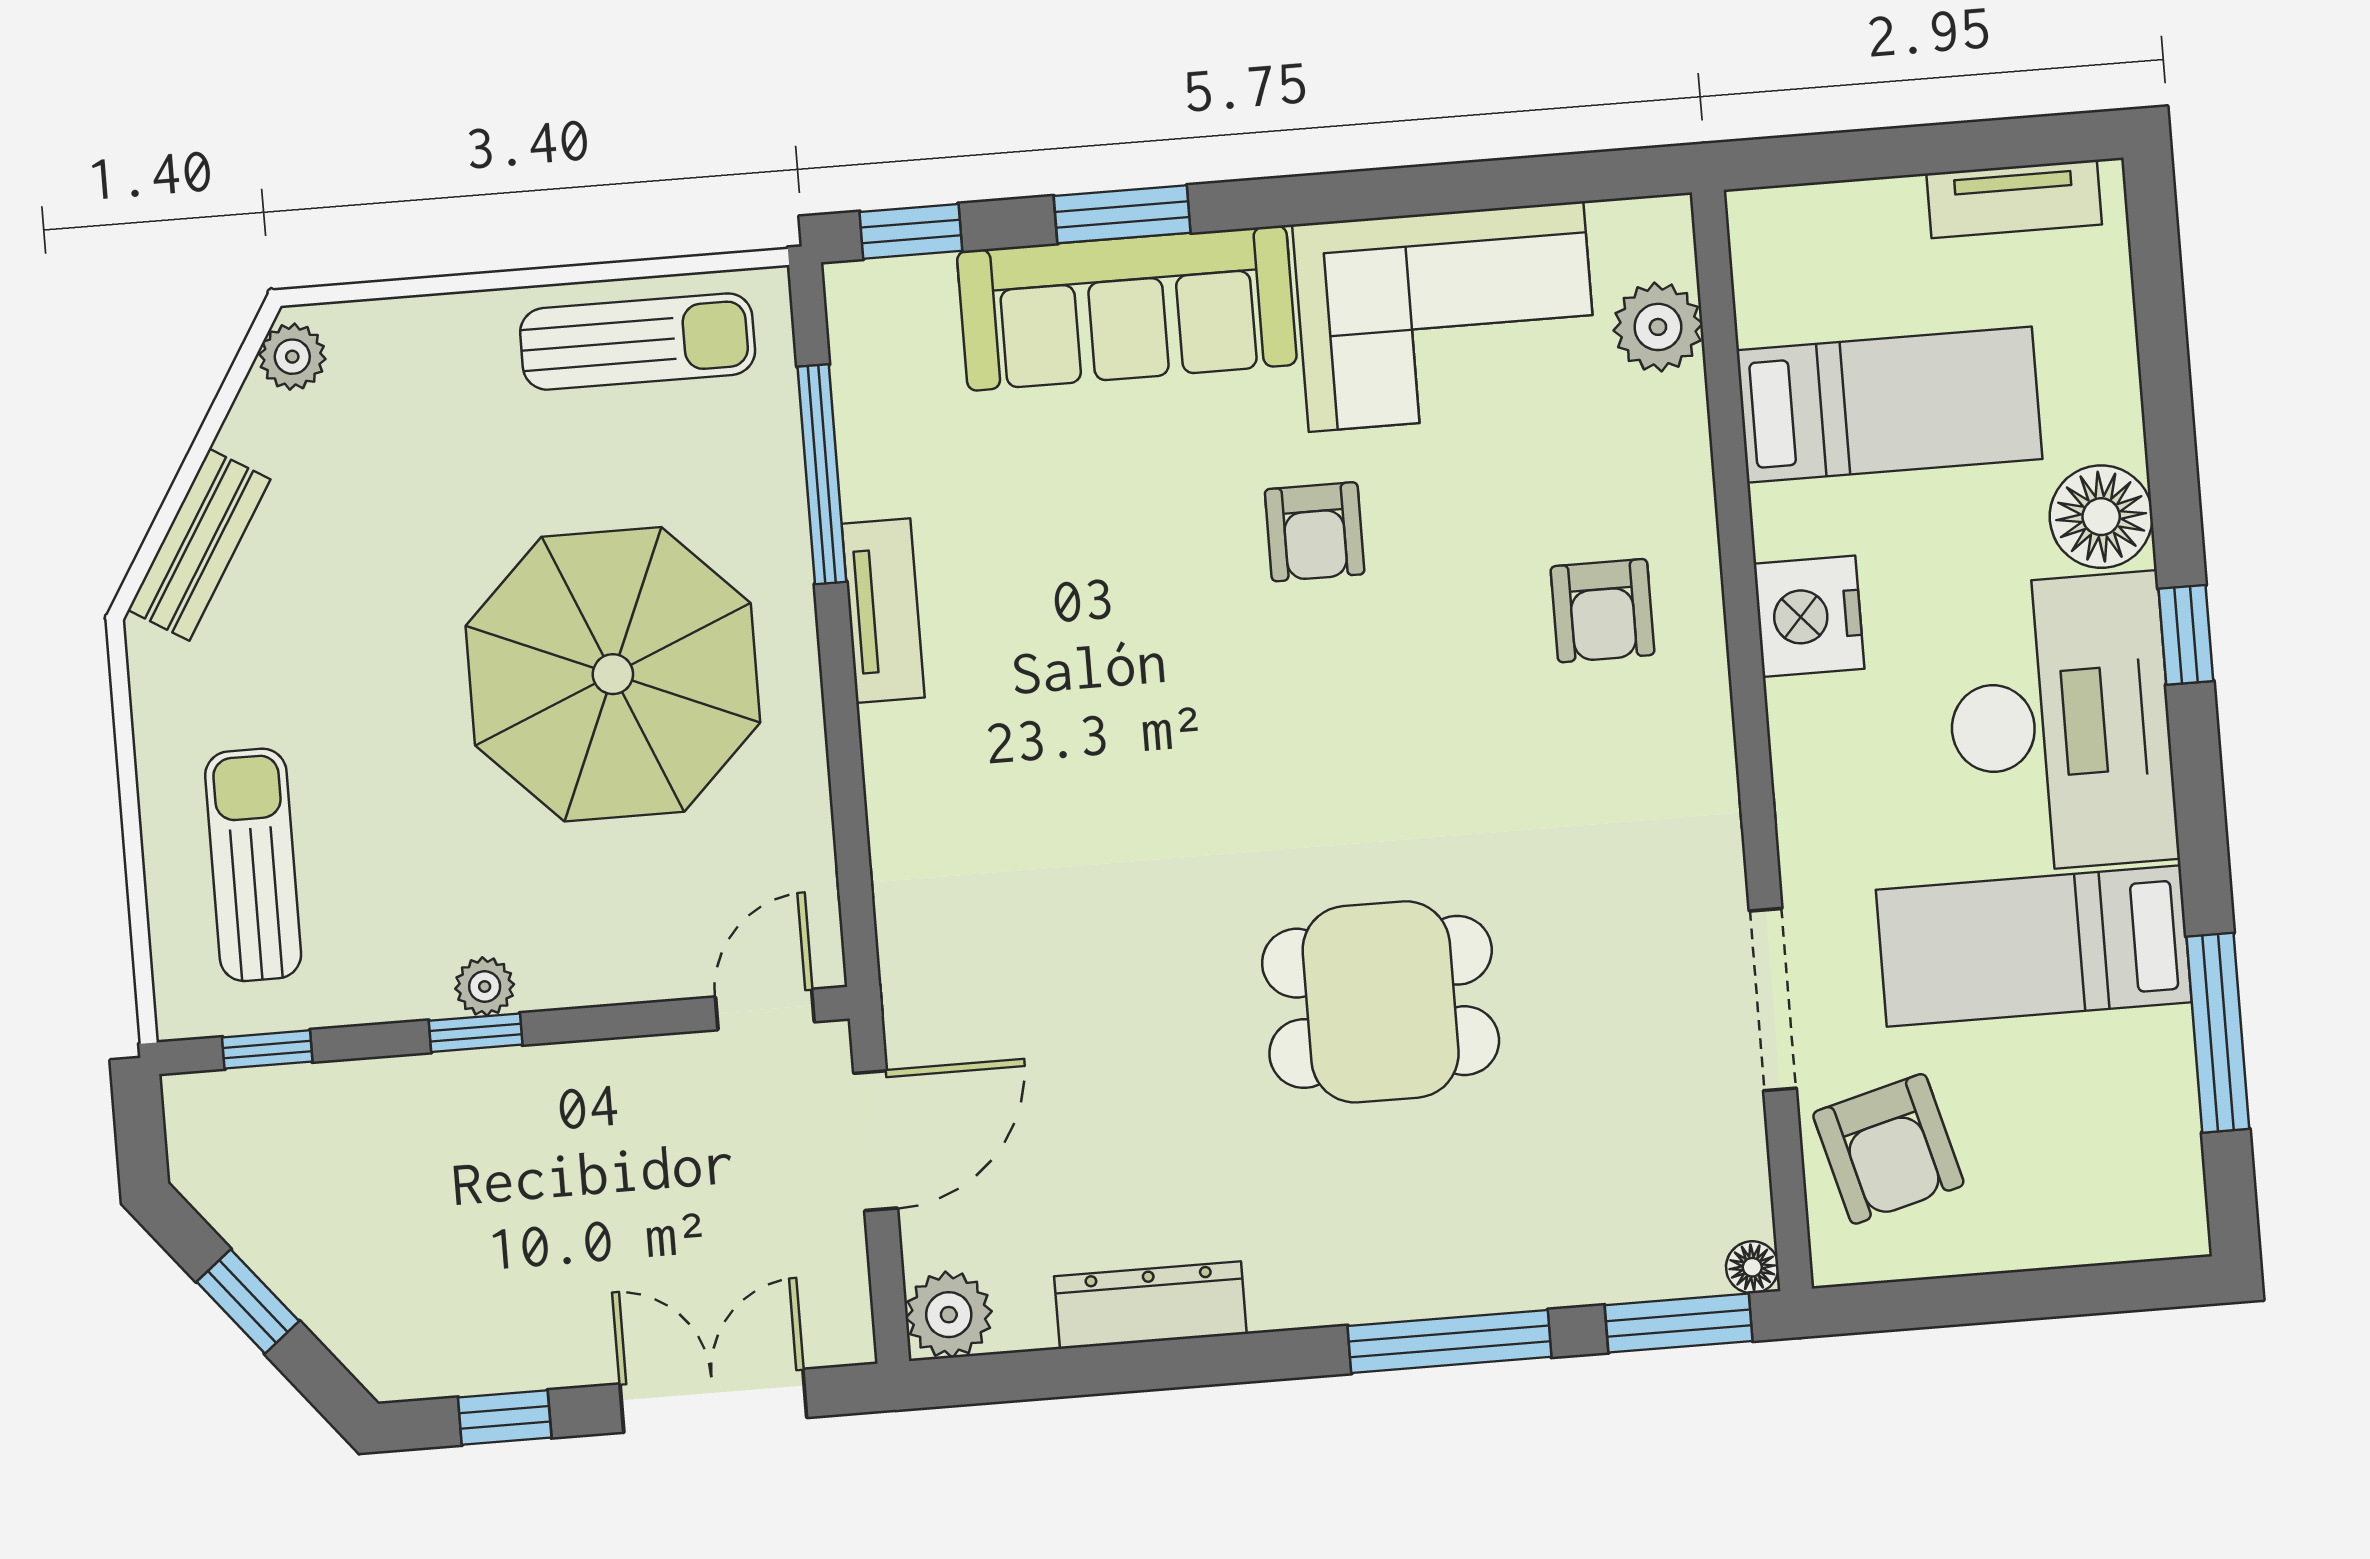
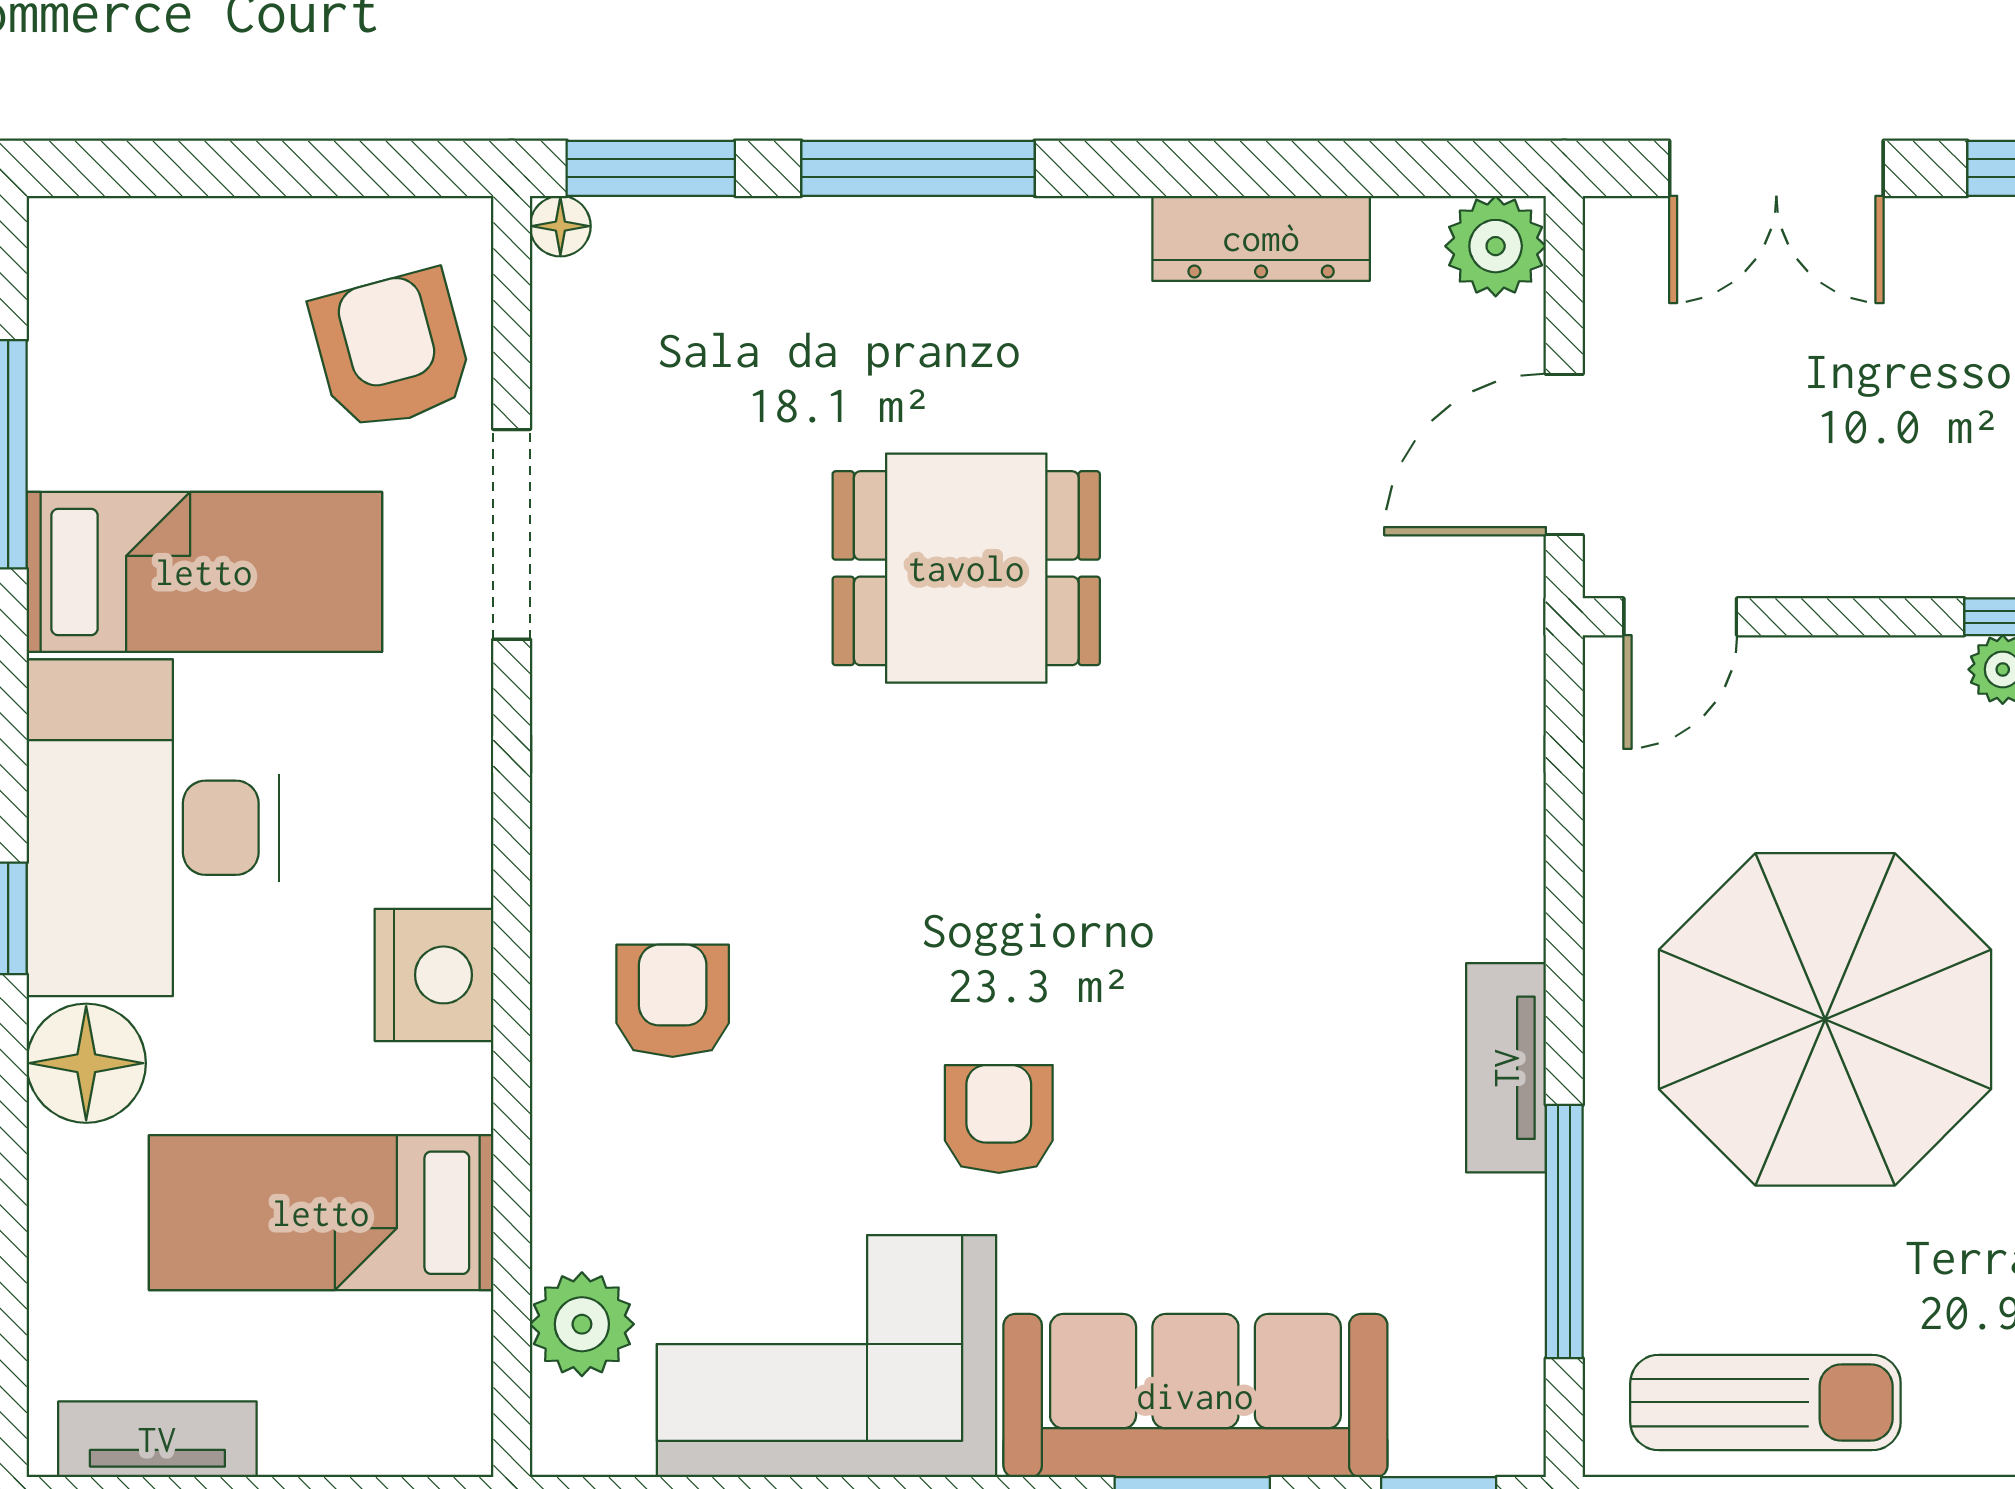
sun lounger: (638, 342) -> (1765, 1402), turned 180

